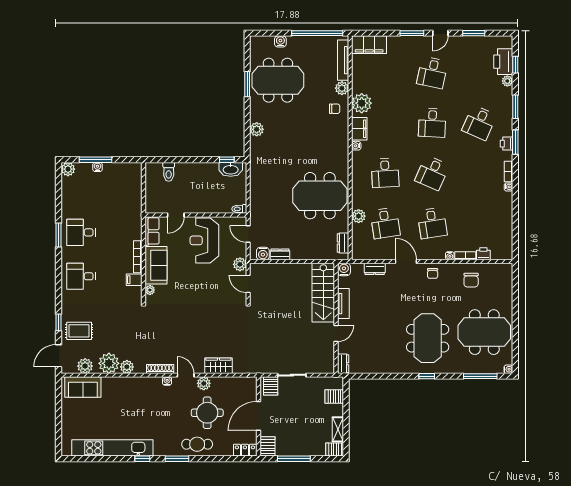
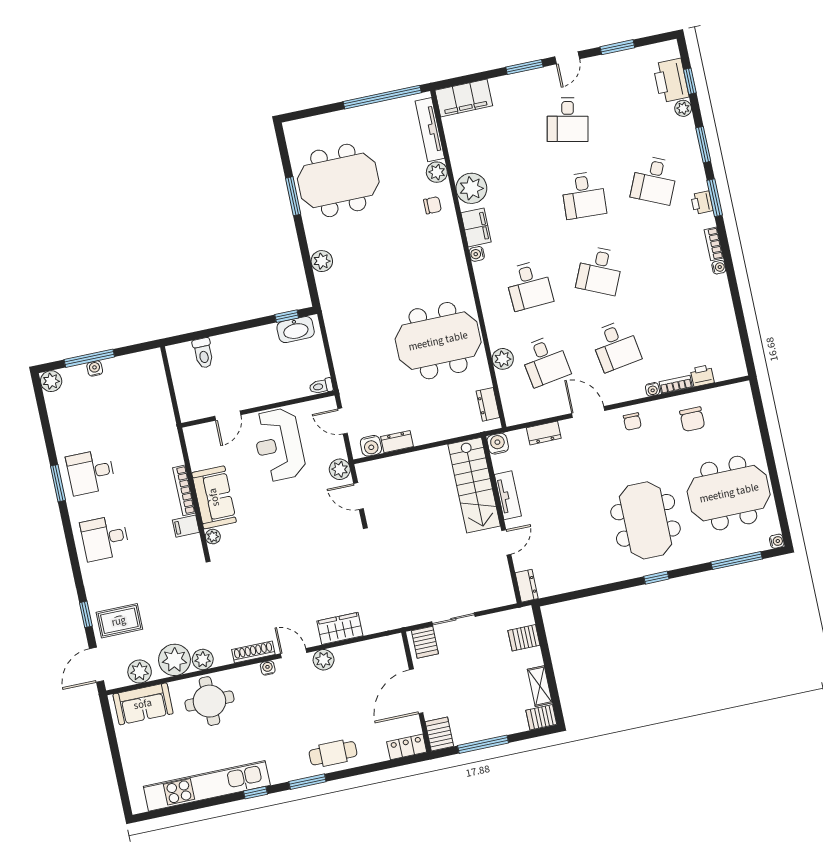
water cooler: (280, 41) -> (329, 121), removed
row of seats: (152, 231) -> (197, 447), removed
round table: (207, 413) -> (209, 701), moved

